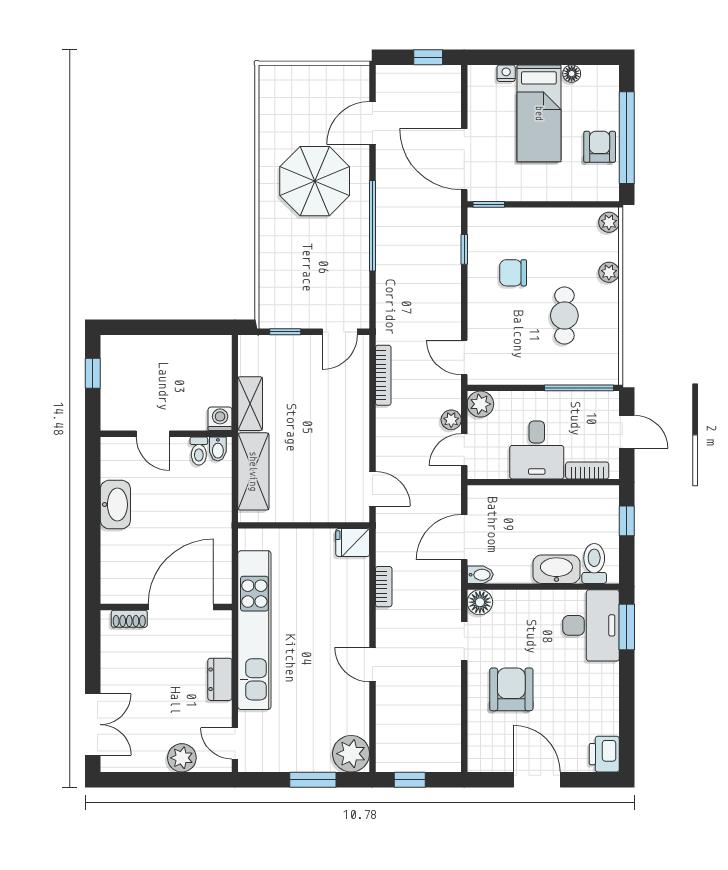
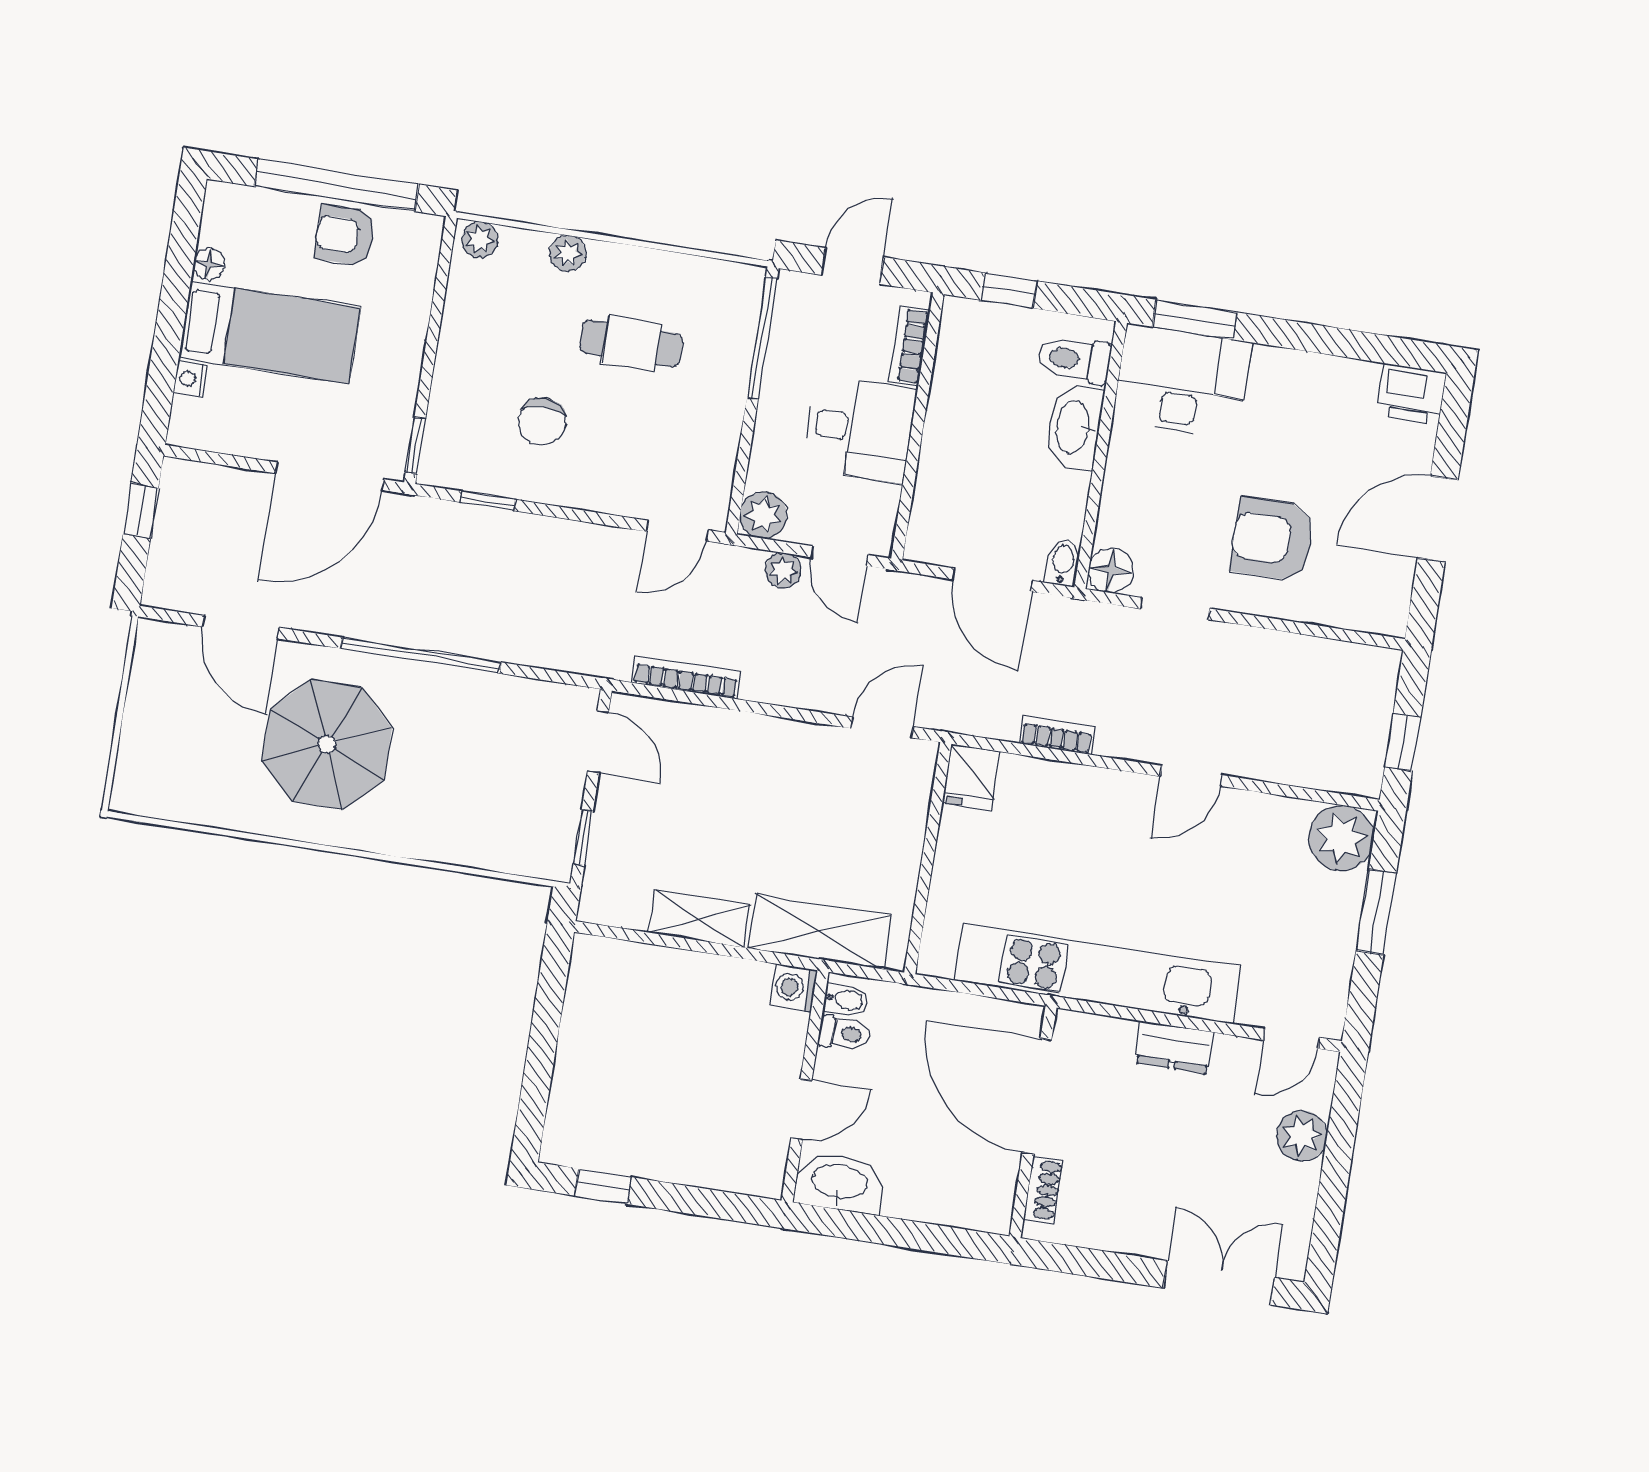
washing machine: (220, 419) -> (794, 988), moved
door: (153, 434) -> (801, 1109), moved
wall: (166, 434) -> (805, 1086), moved
bidet: (218, 449) -> (846, 1000), moved
toilet: (199, 451) -> (844, 1034), moved

